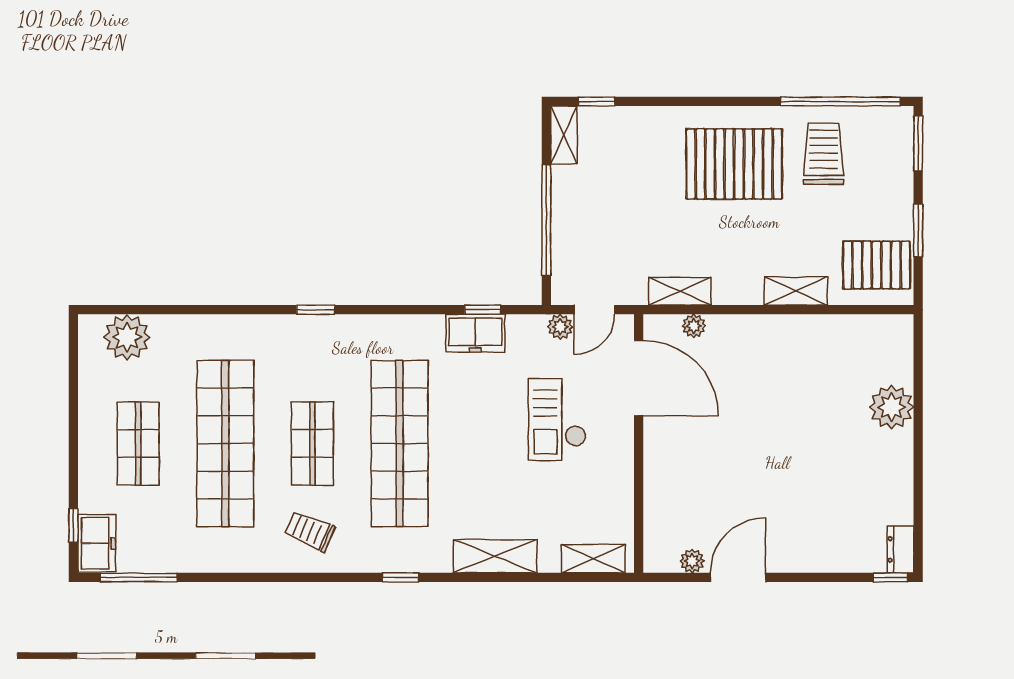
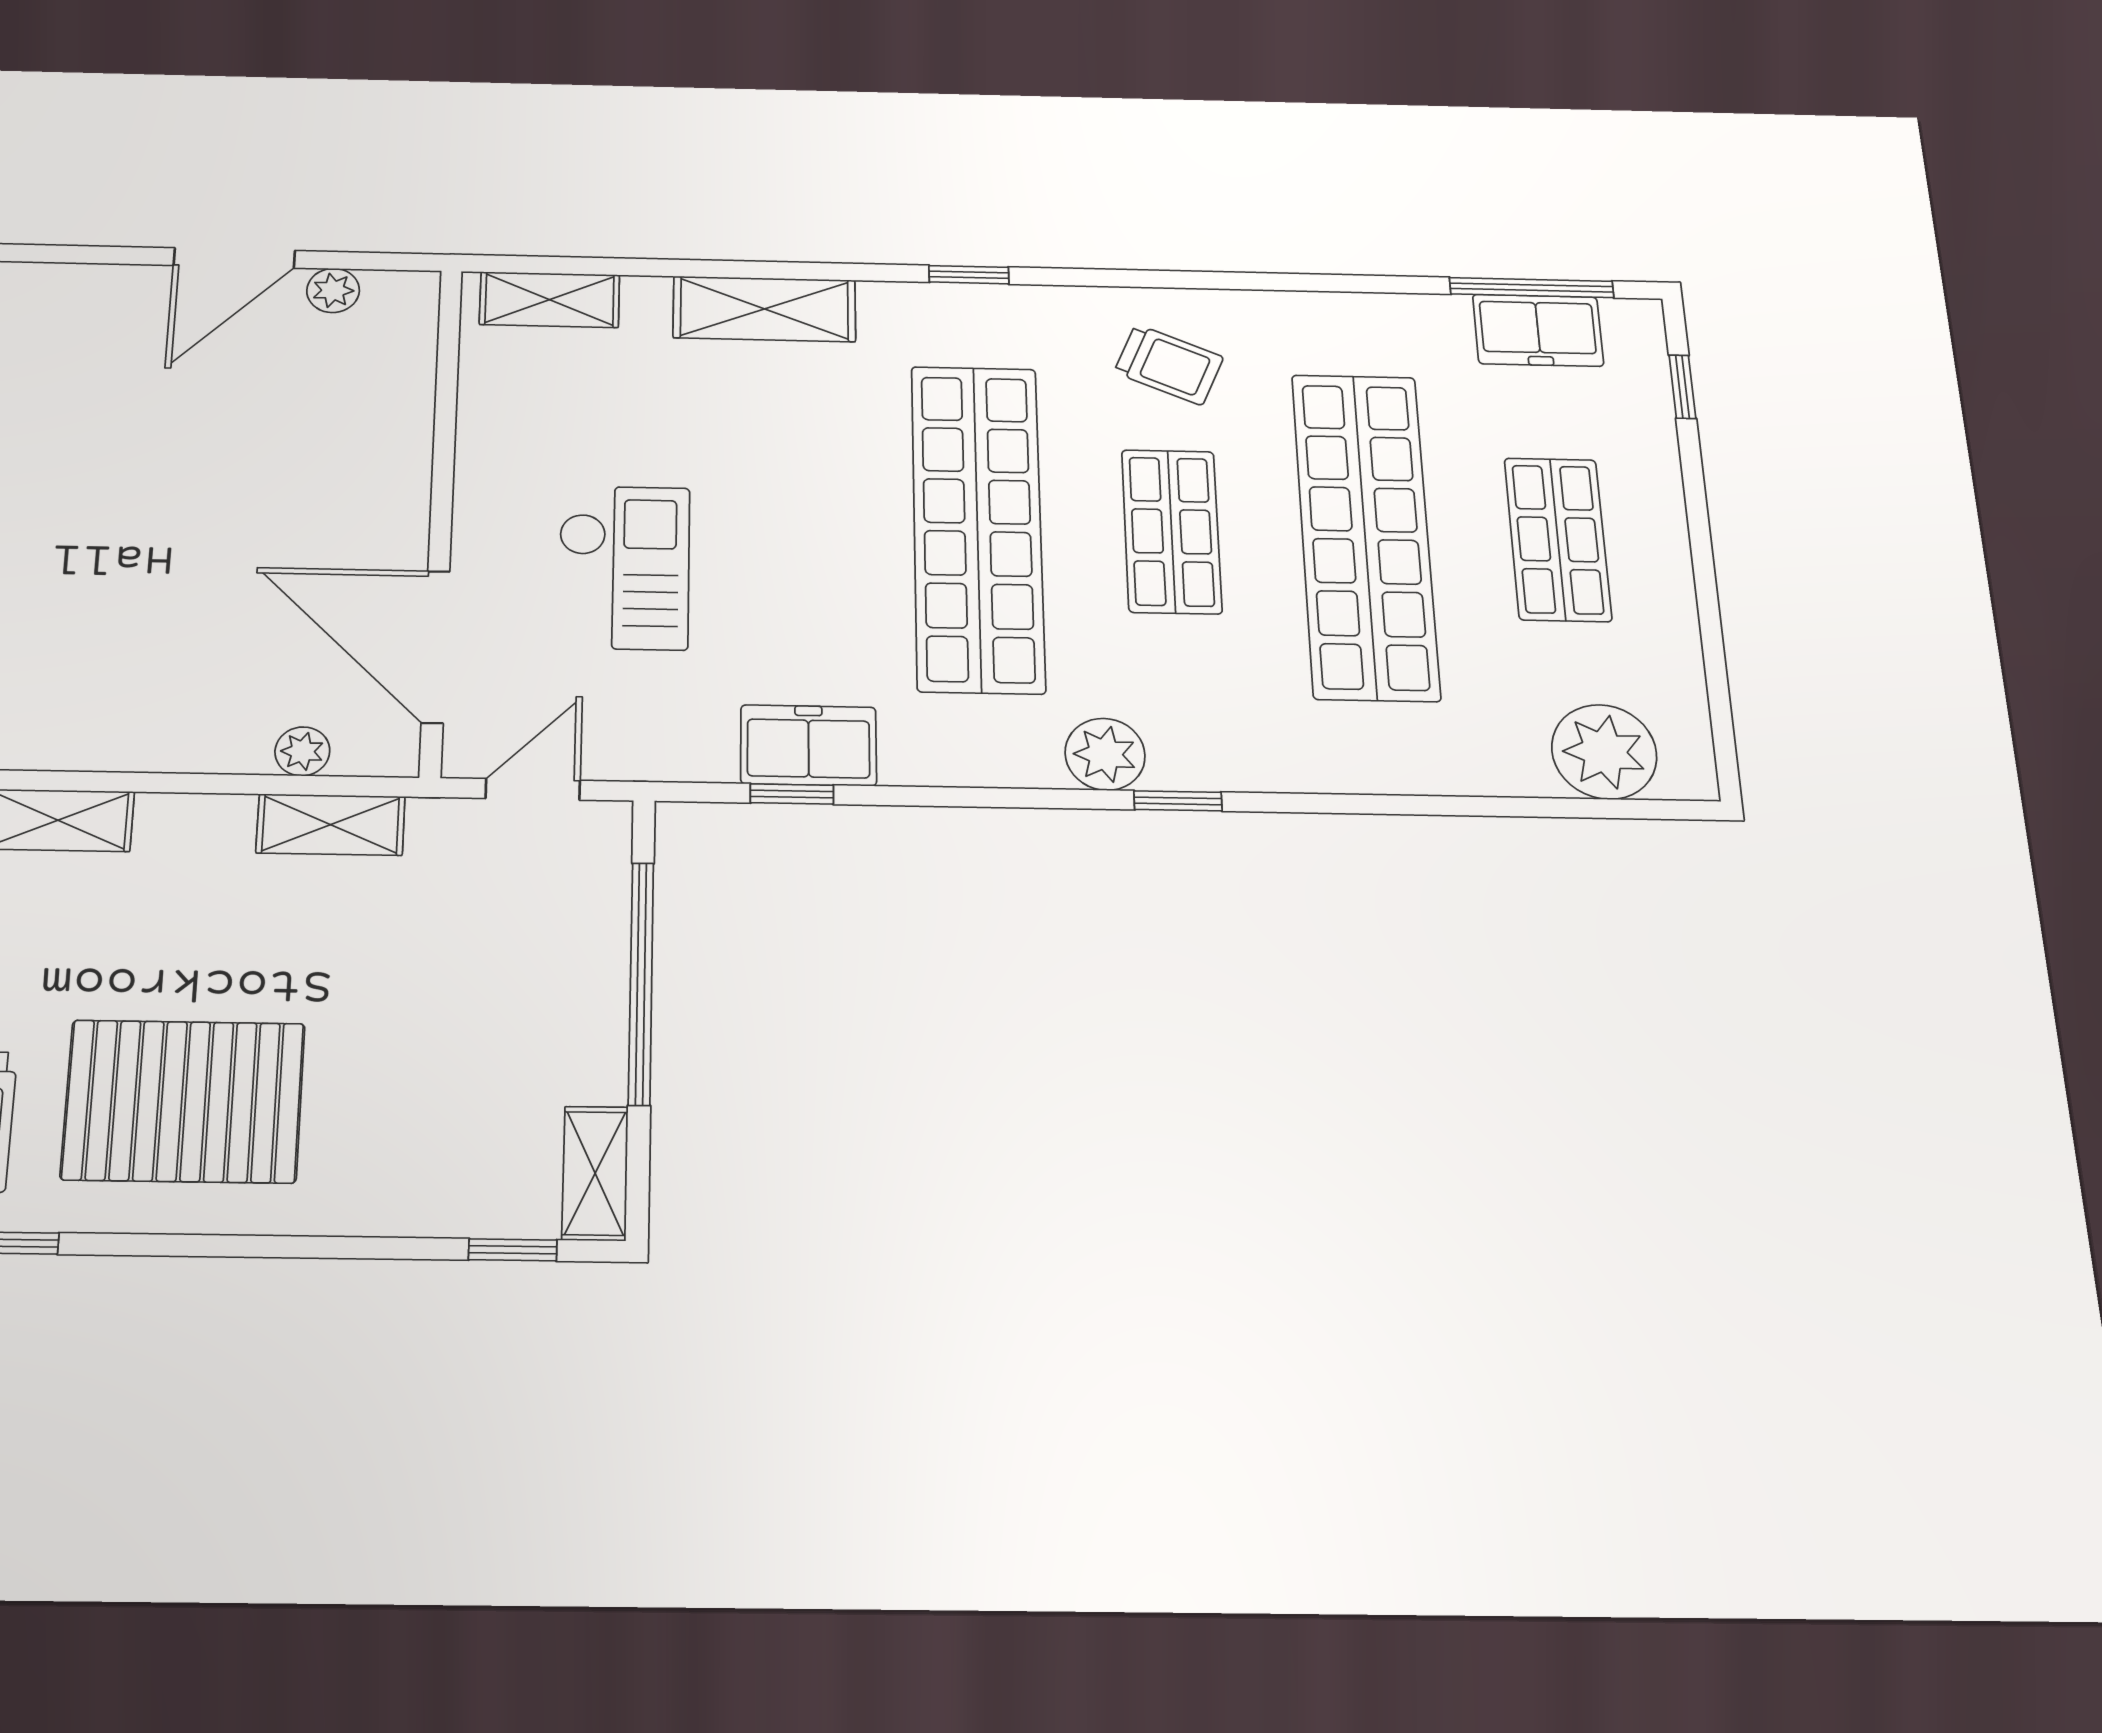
plant: (560, 327) -> (1105, 754), moved, width x1.38, depth x1.38
freezer: (97, 543) -> (1538, 330), moved, turned -90

